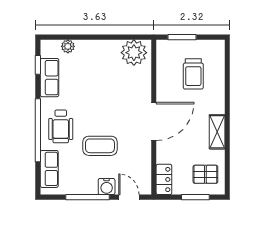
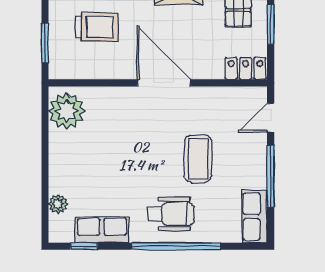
row of seats: (49, 169) -> (255, 217), moved, turned -90
water cooler: (107, 187) -> (256, 149), removed

